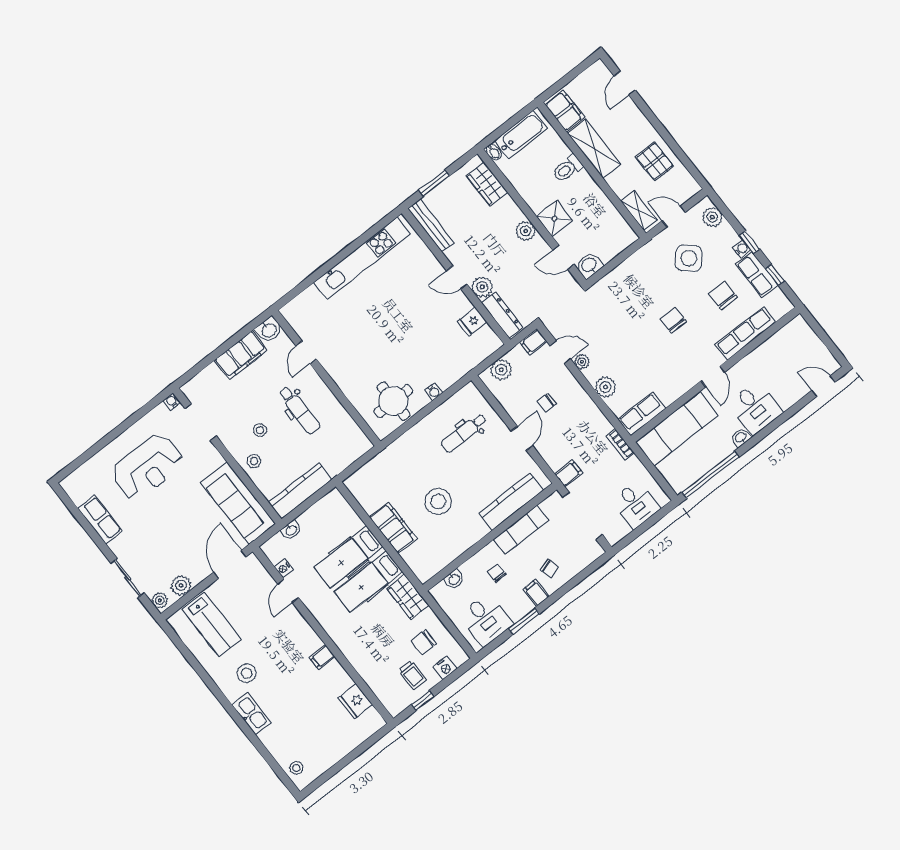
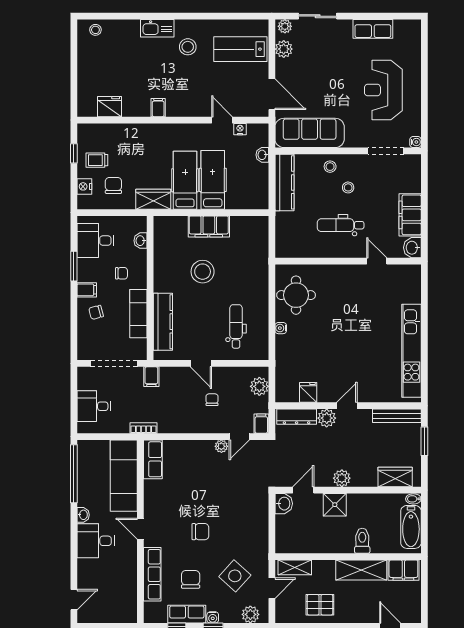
chair: (723, 296) -> (191, 579), turned -90
plant: (606, 387) -> (191, 449), removed

